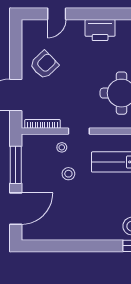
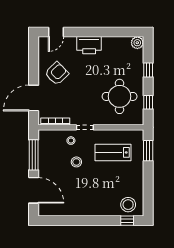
door: (57, 14) -> (56, 32), moved
printer: (100, 30) -> (89, 45), moved
door: (16, 209) -> (34, 190), hinge flipped

